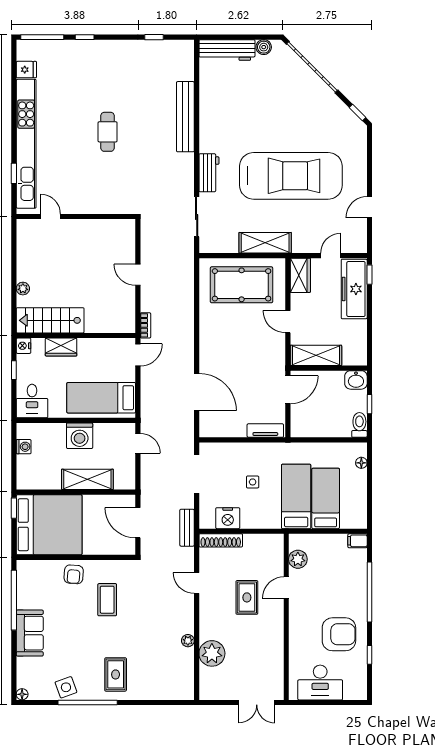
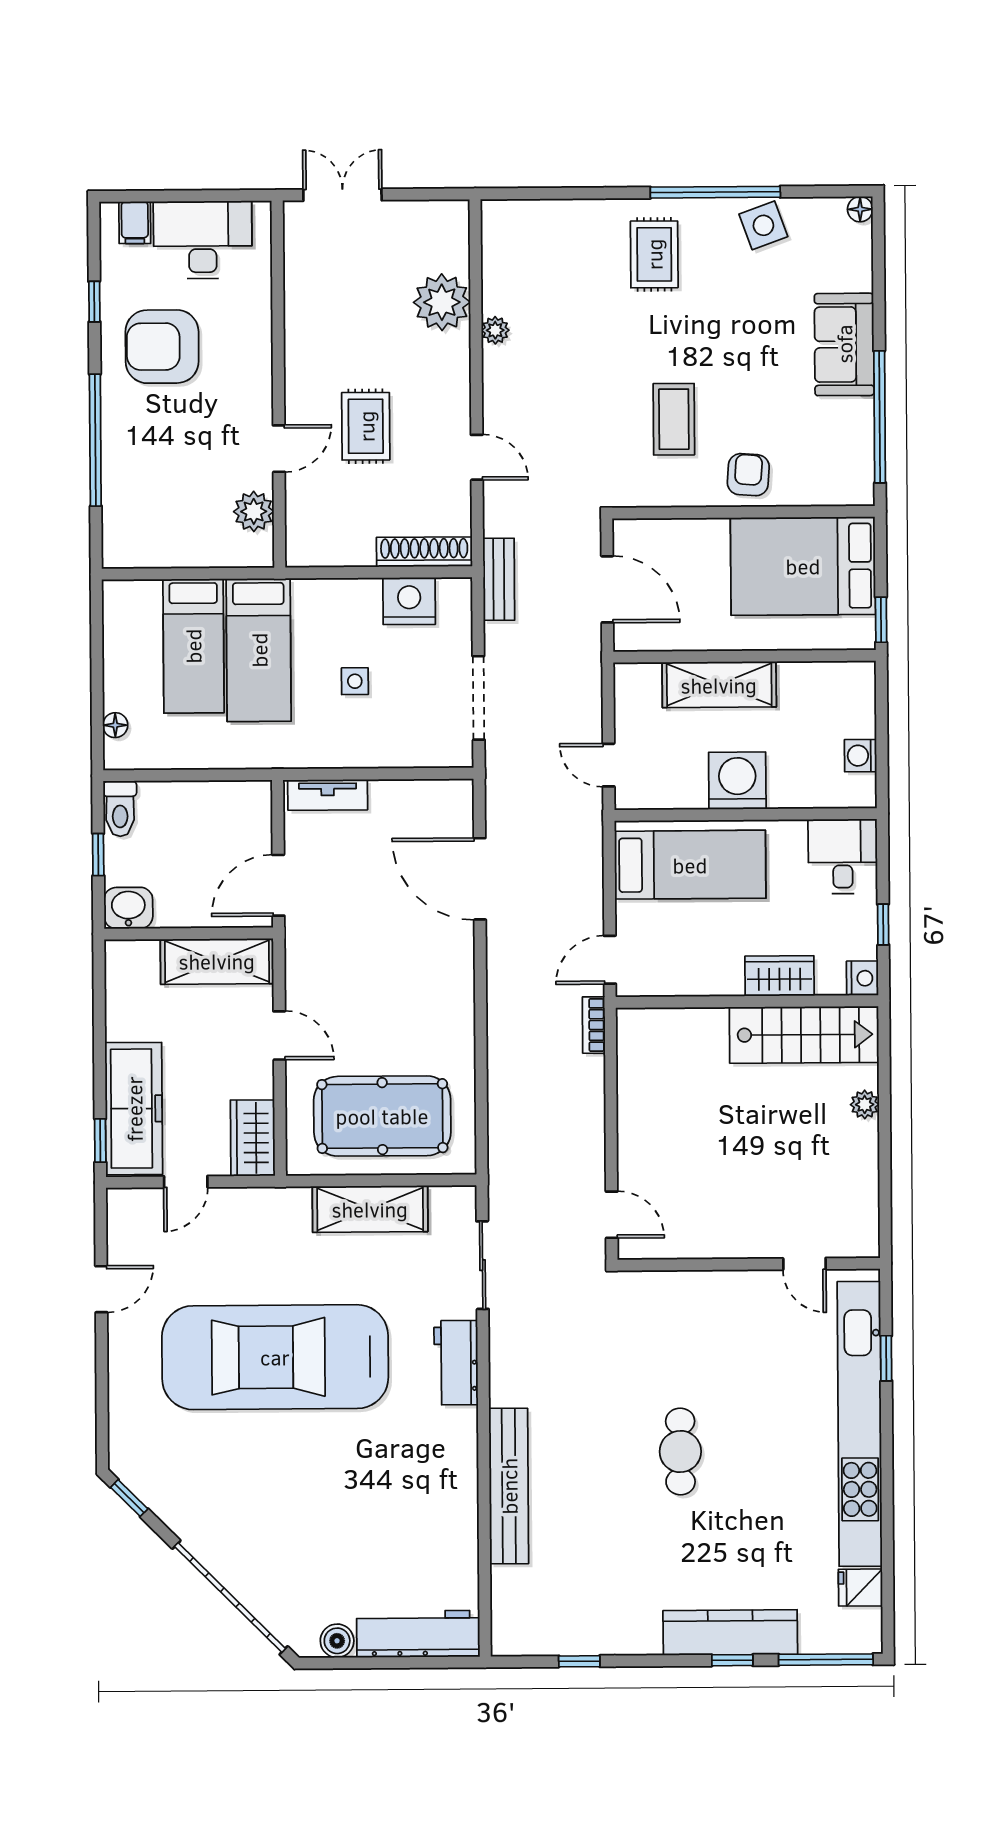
kitchen counter: (85, 50) -> (730, 1632), added
shelving: (265, 243) -> (370, 1209), moved
door: (138, 275) -> (612, 1215), moved
bed: (49, 525) -> (803, 566), width x0.73
filing cabinet: (357, 541) -> (135, 223), moved, turned 90

